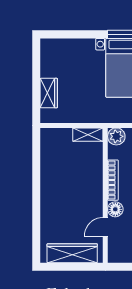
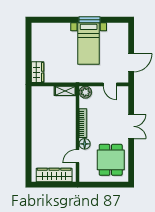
wardrobe: (49, 93) -> (37, 72), moved

